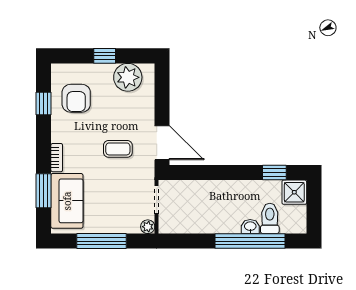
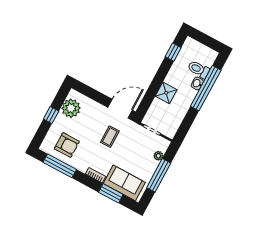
window: (44, 104) -> (60, 166), width x2.17
shower: (294, 192) -> (166, 93), moved
plant: (148, 227) -> (158, 156), moved

